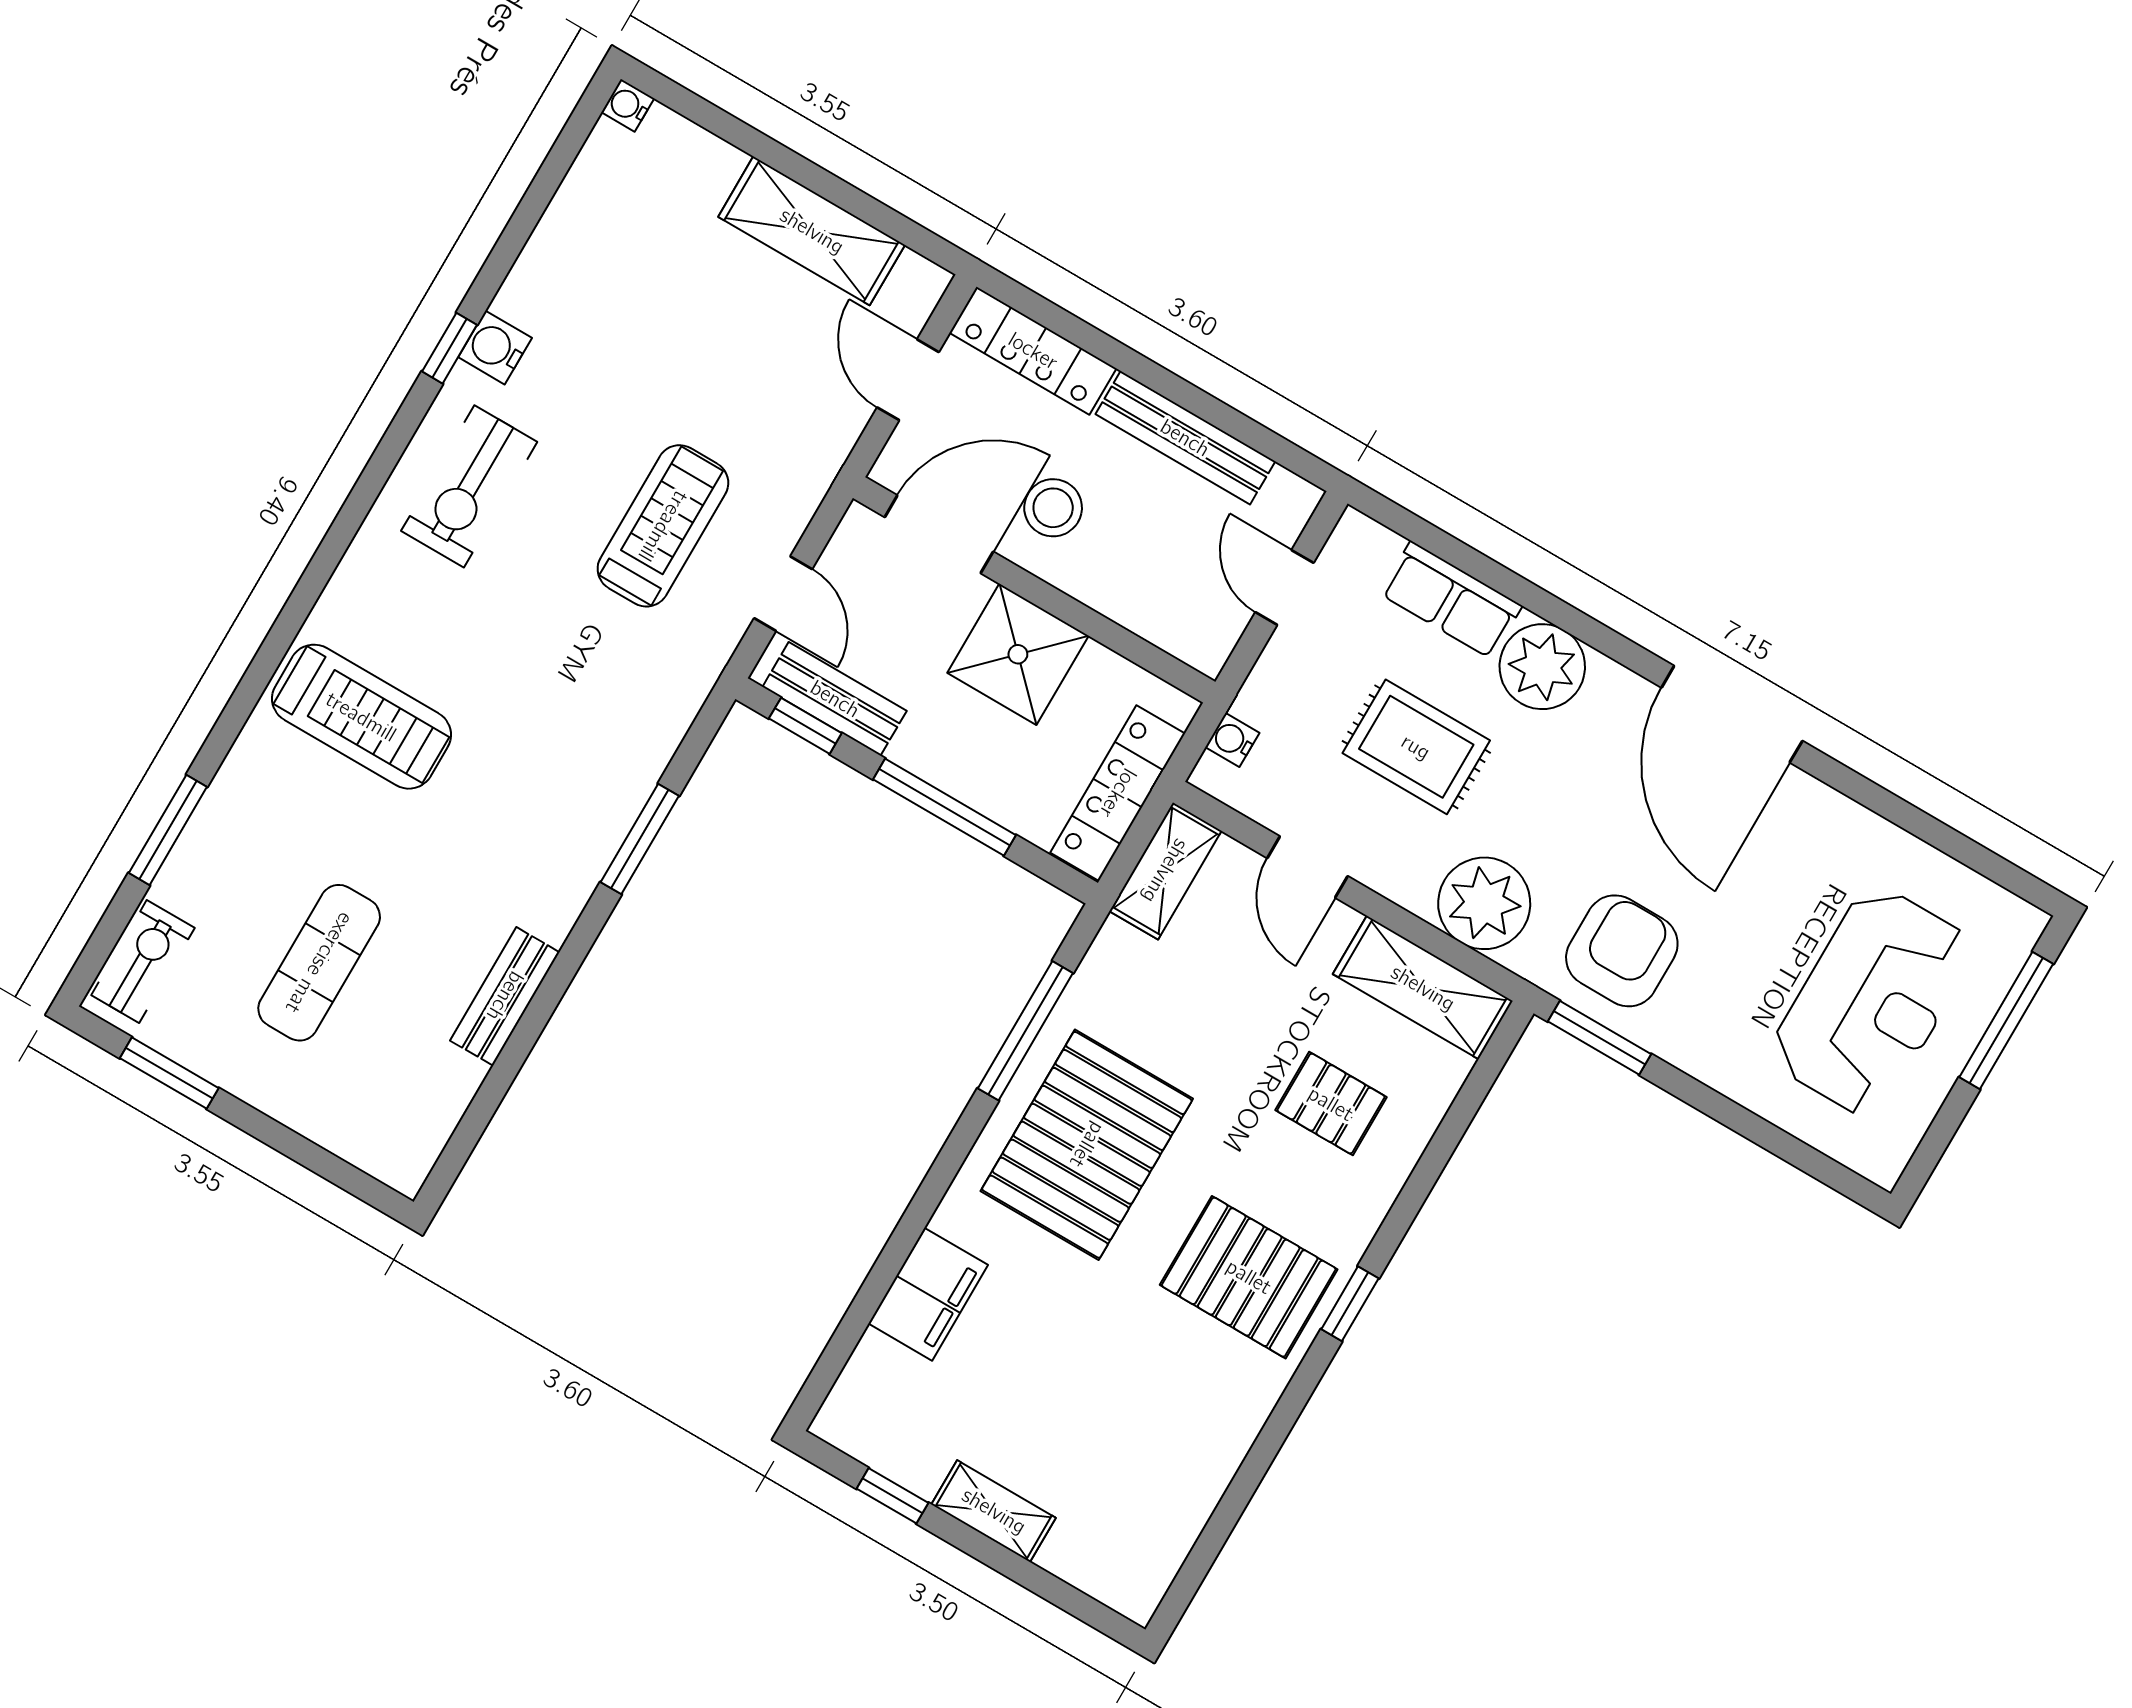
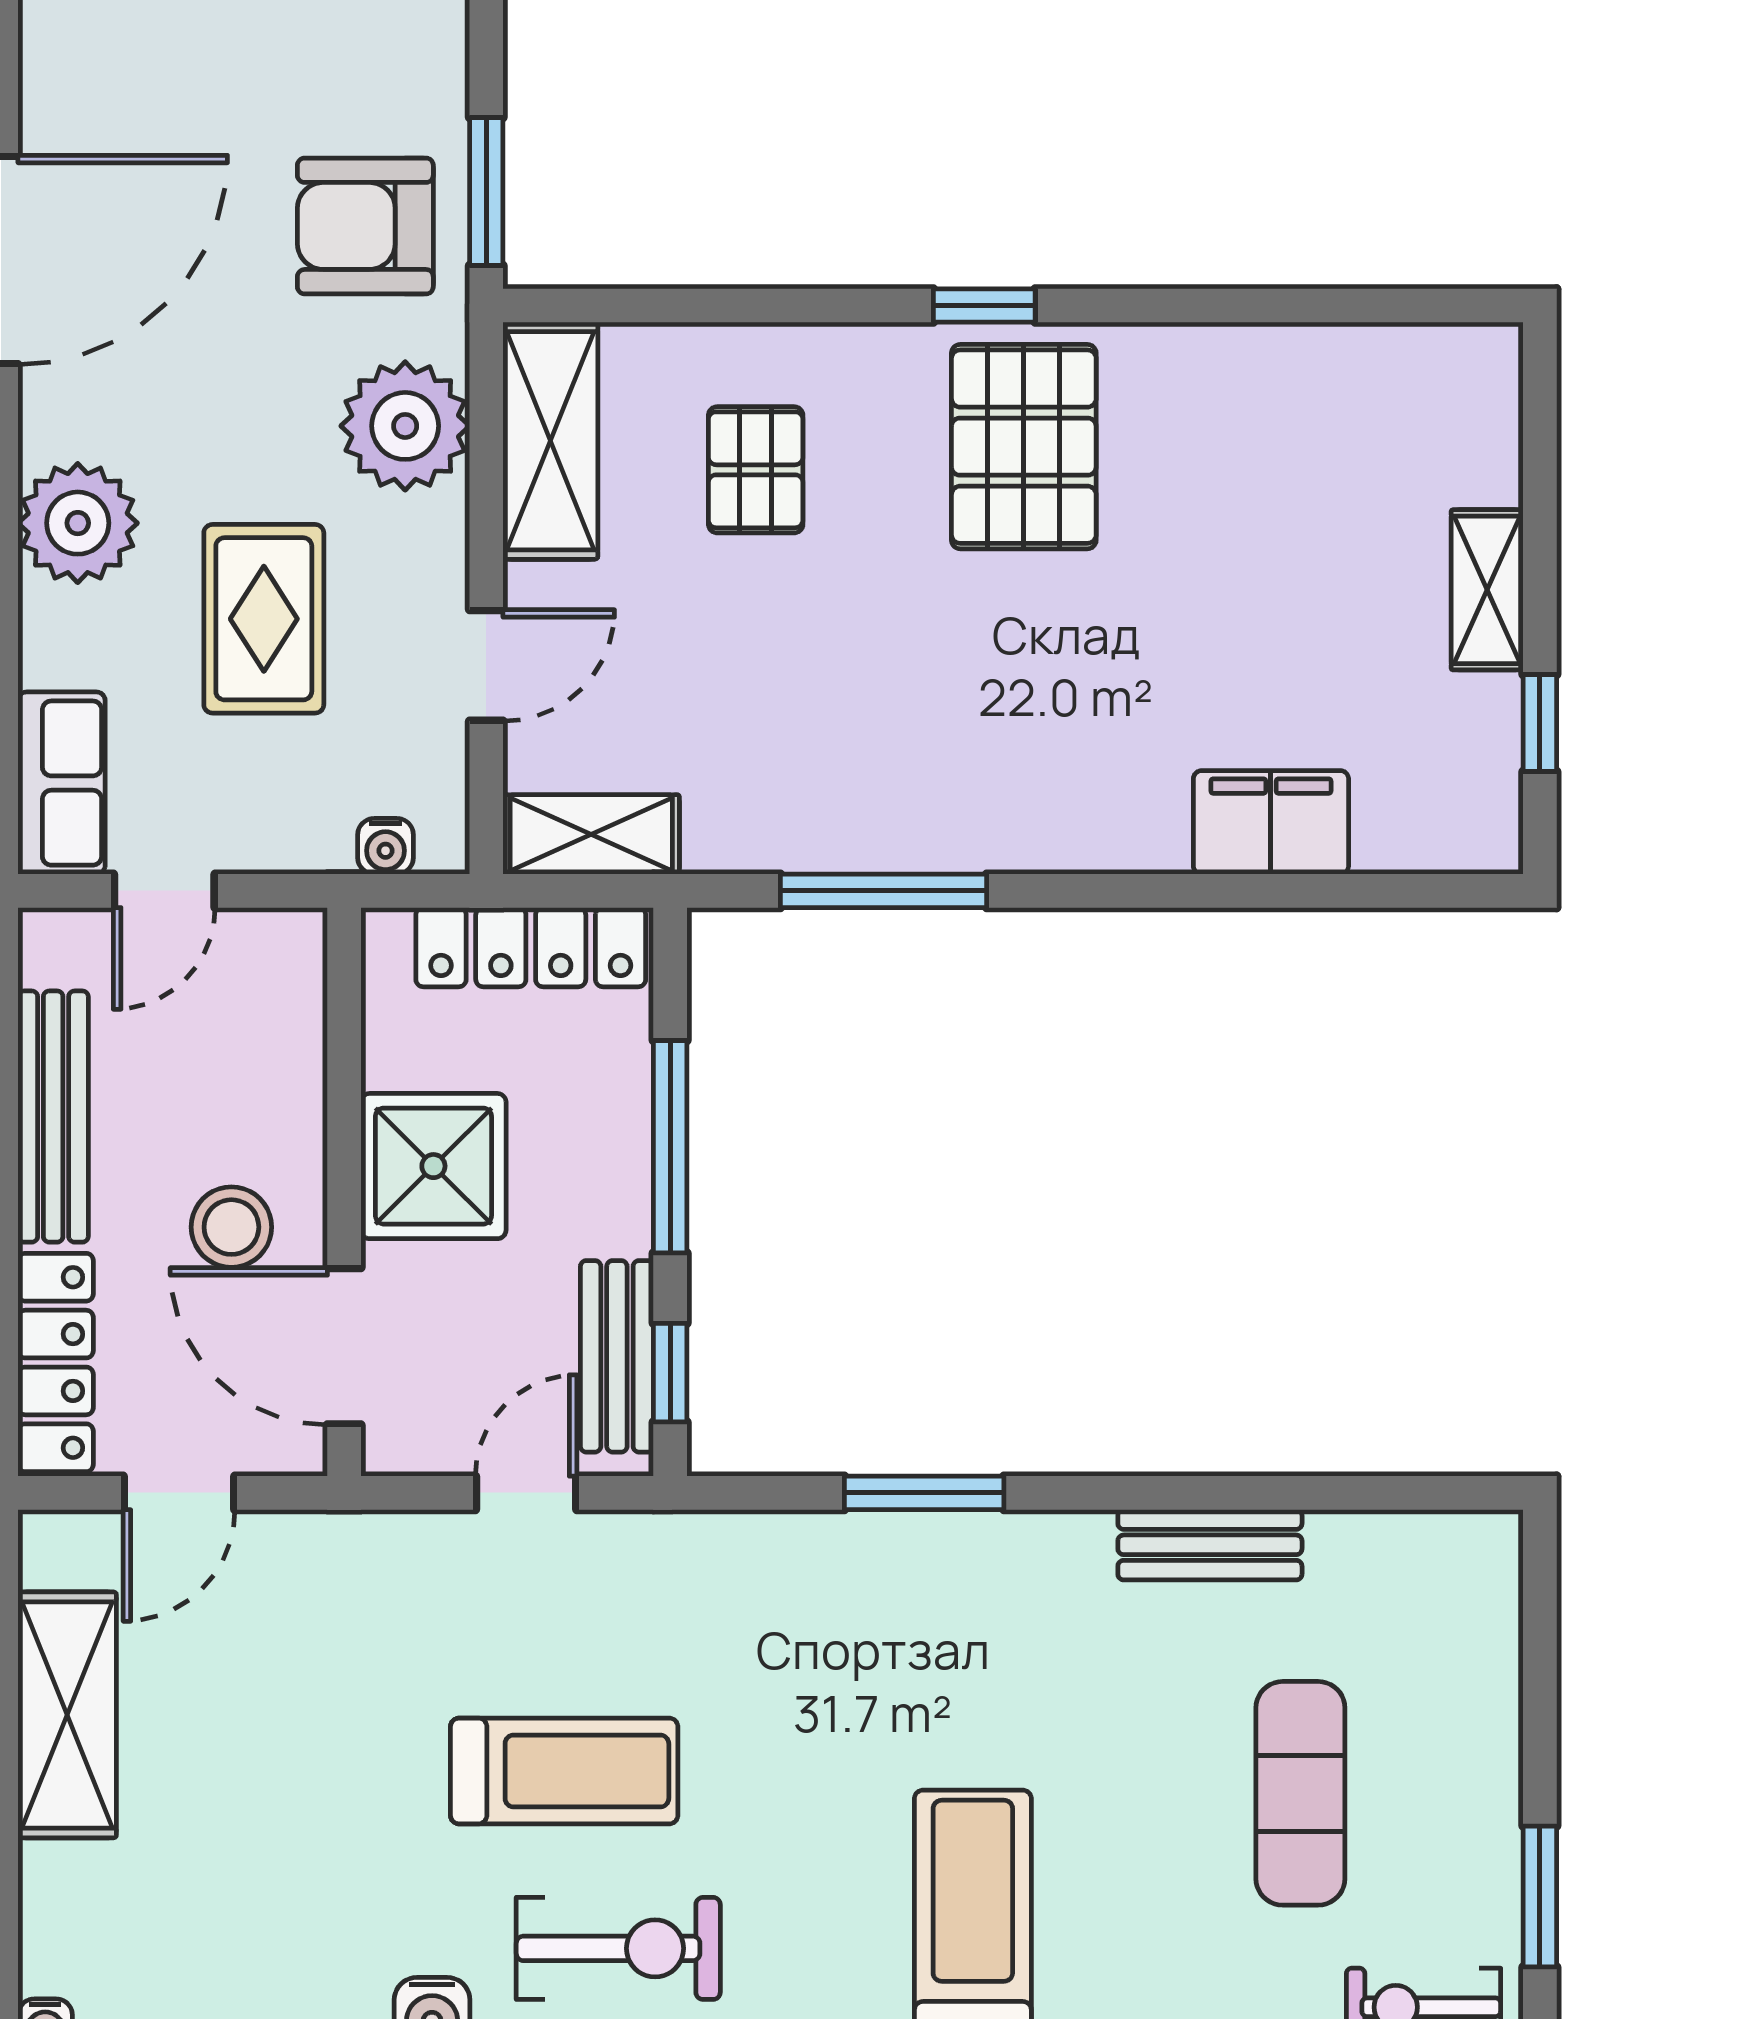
treadmill: (663, 526) -> (564, 1771), moved, turned 180
row of seats: (1451, 600) -> (62, 783), moved
exercise mat: (319, 963) -> (1300, 1793), turned 90
pallet: (1087, 1145) -> (978, 736), removed

